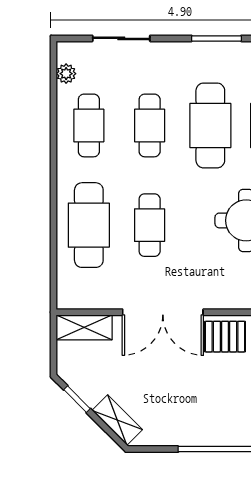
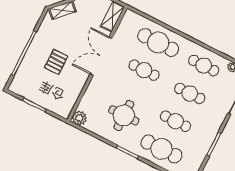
cafe table: (210, 125) -> (176, 121), width x0.73, depth x0.74
pallet: (225, 337) -> (56, 62), moved

